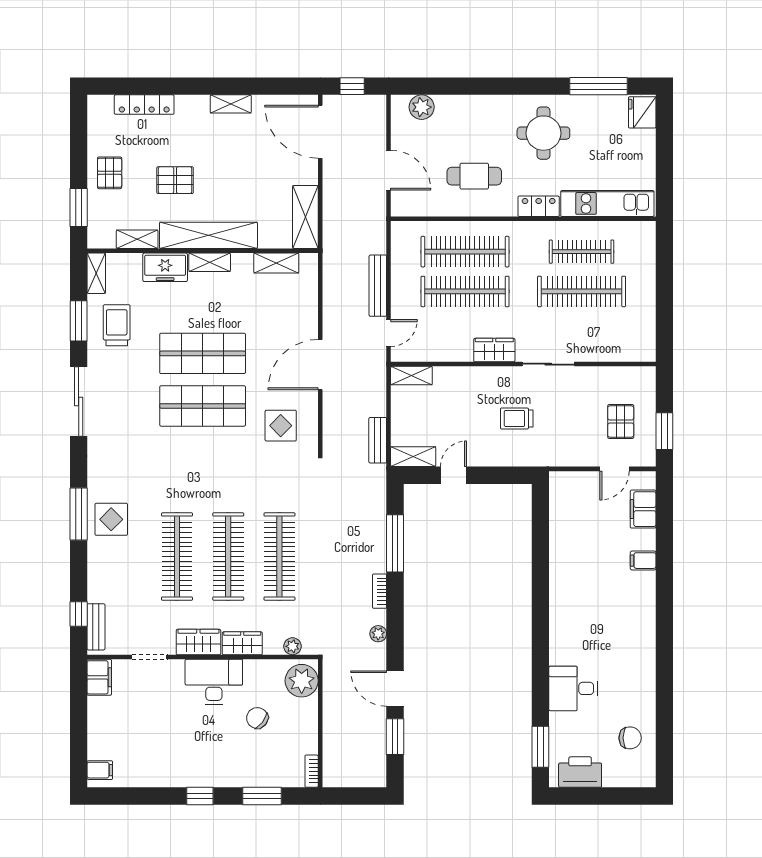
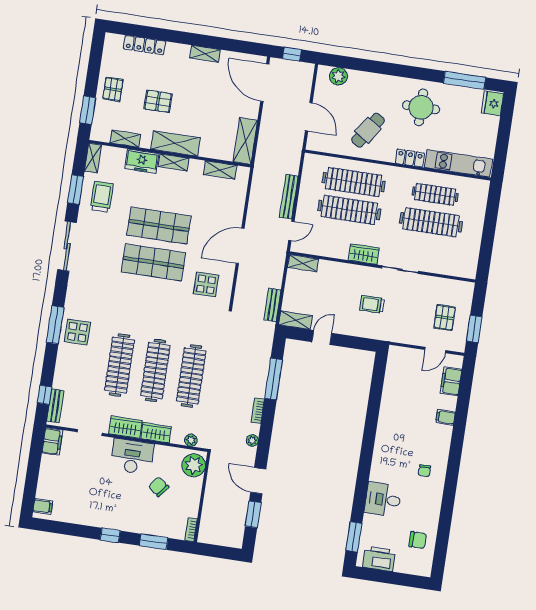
cafe table: (474, 176) -> (368, 130), turned -56
shelving: (208, 235) -> (176, 143), width x0.68
chair: (625, 640) -> (424, 471), added

